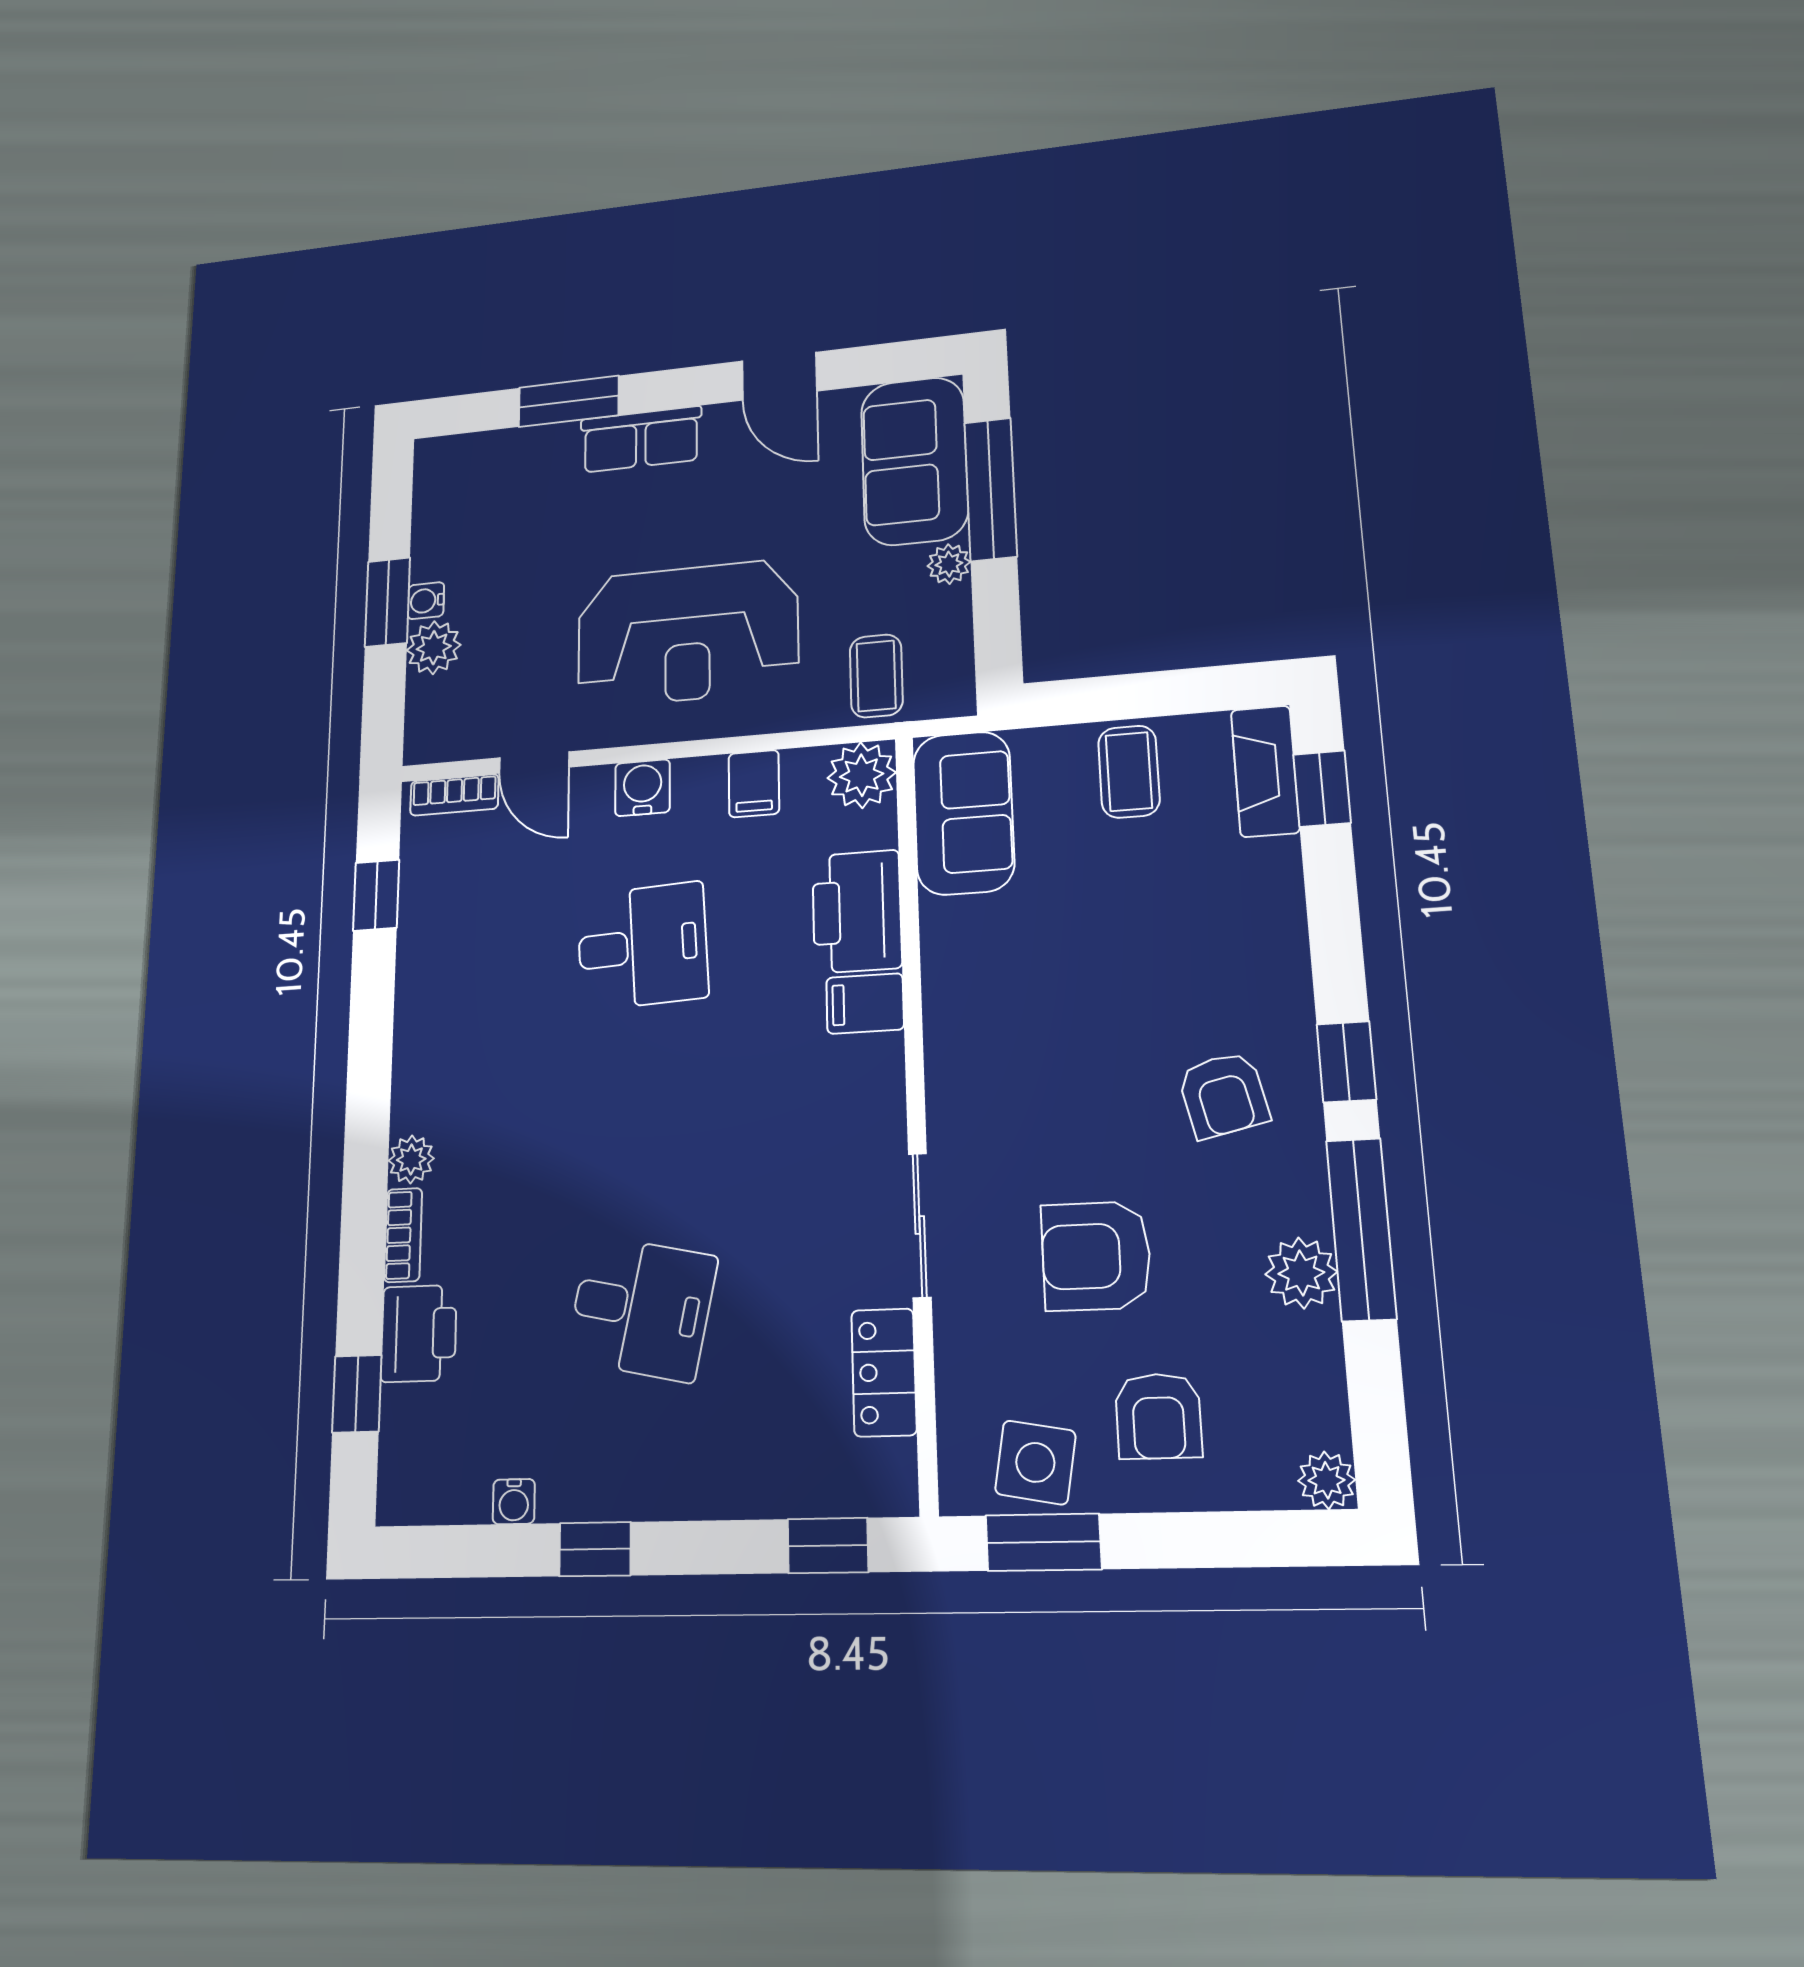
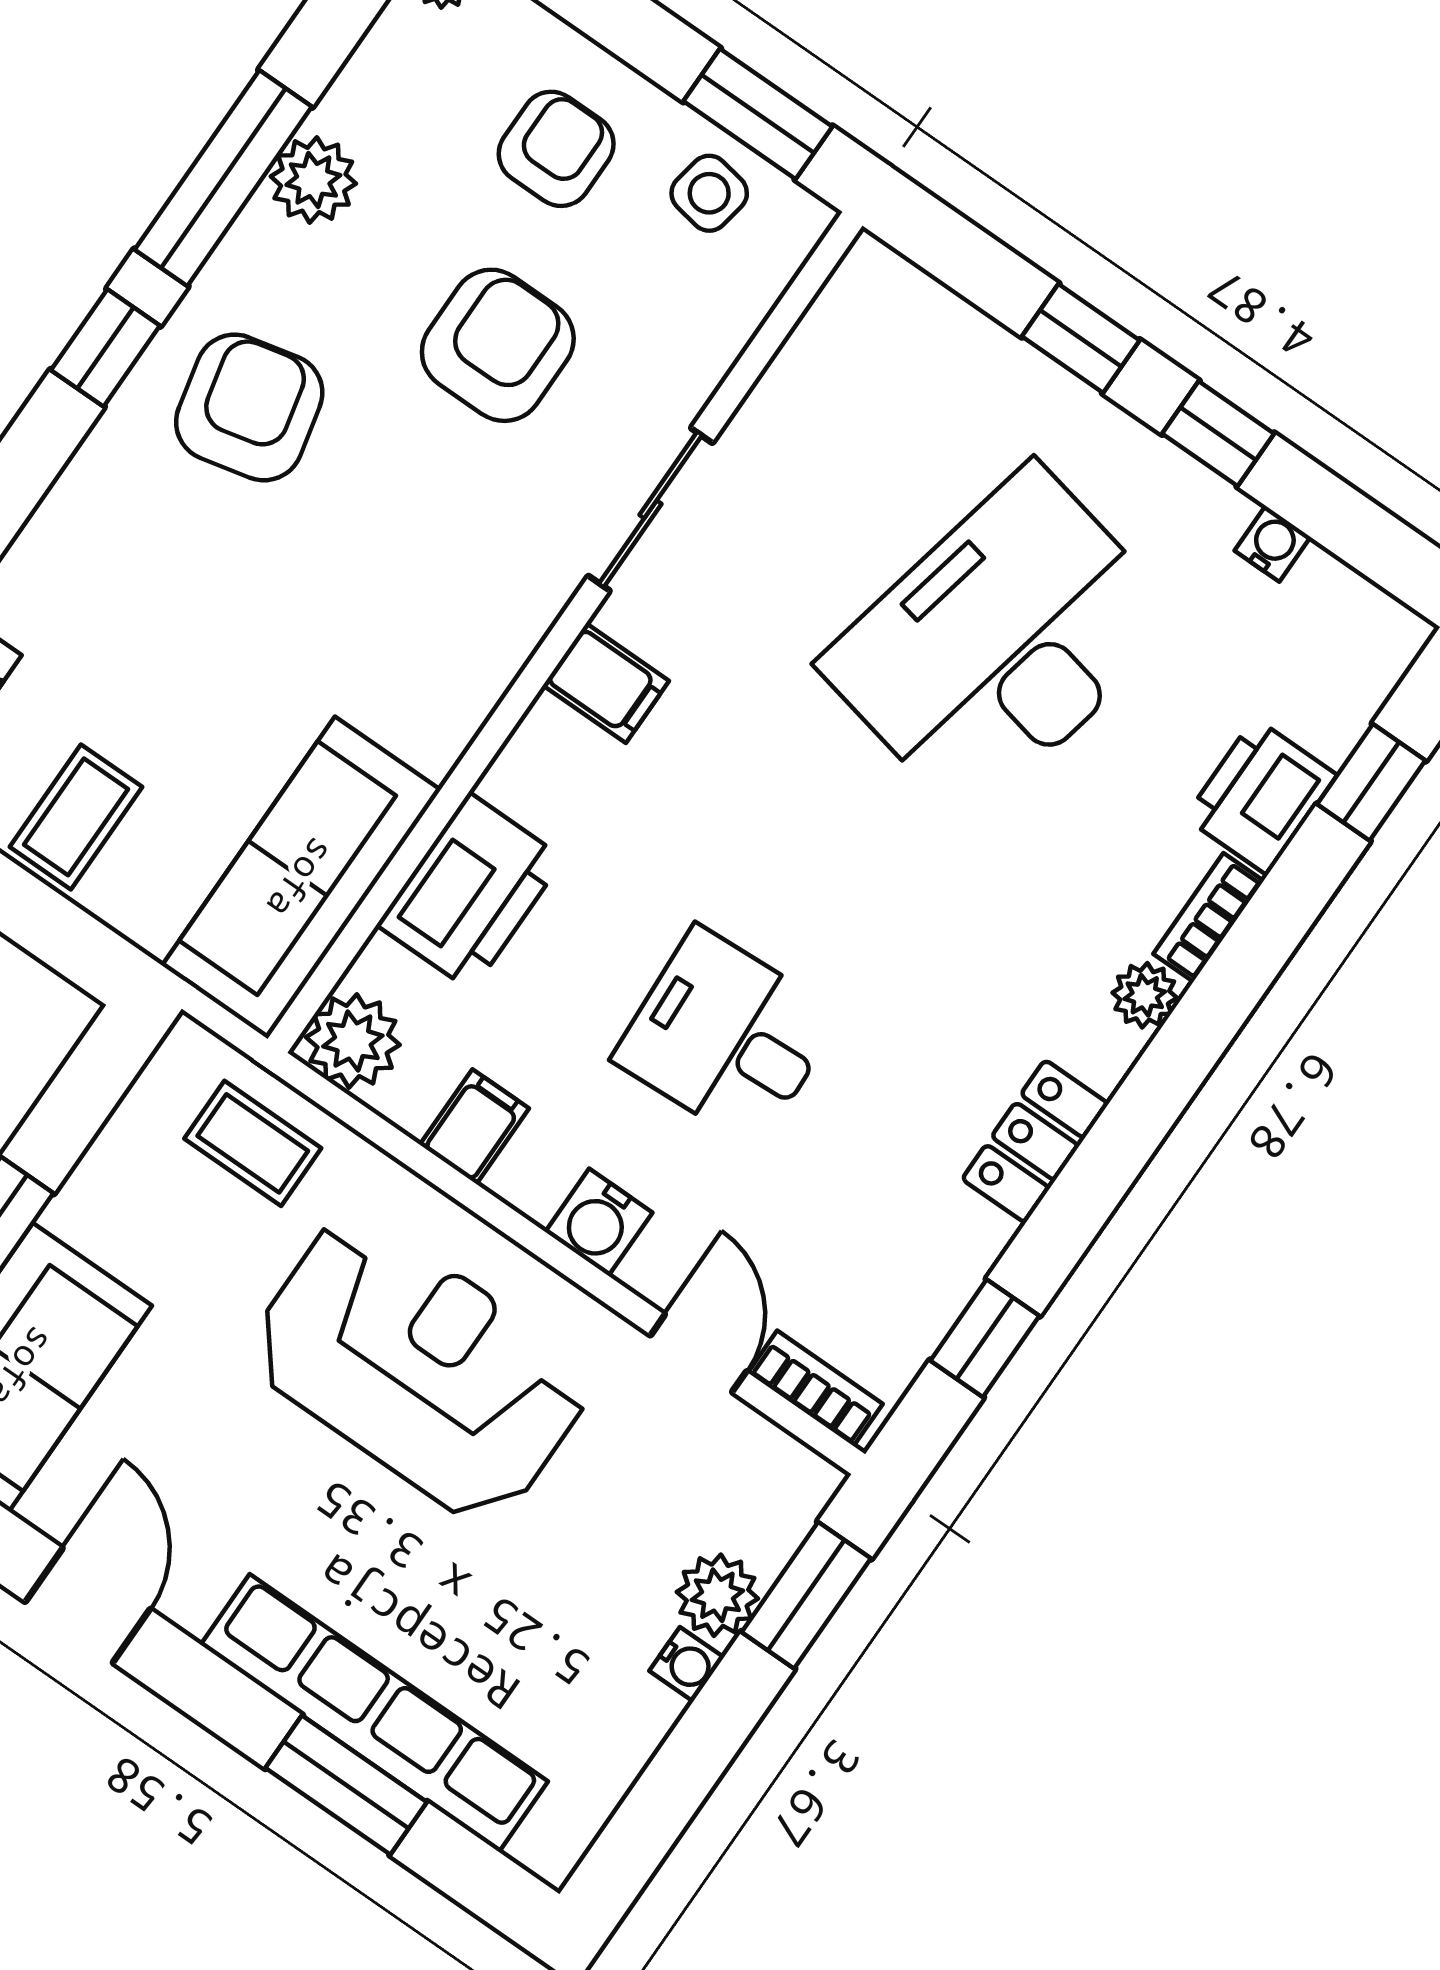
row of seats: (641, 439) -> (374, 1713), width x2.02
plant: (949, 564) -> (78, 1210), removed
window: (387, 602) -> (806, 1595), moved
coffee table: (876, 676) -> (253, 1143), turned 90
sofa: (963, 813) -> (301, 878), width x1.36
filing cabinet: (865, 1004) -> (606, 683), moved
armchair: (1223, 1095) -> (249, 407), width x1.38, depth x1.38
armchair: (1096, 1256) -> (498, 345), turned -90
desk: (641, 1308) -> (1001, 643), width x1.87, depth x1.30
locker: (884, 1372) -> (1035, 1141), moved, turned 180
side table: (1035, 1462) -> (709, 193), width x0.73, depth x0.73
window: (828, 1546) -> (1081, 338), moved

